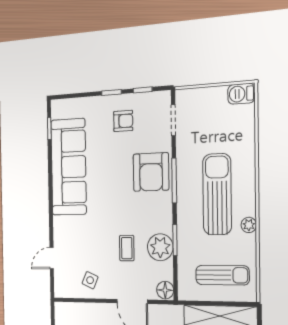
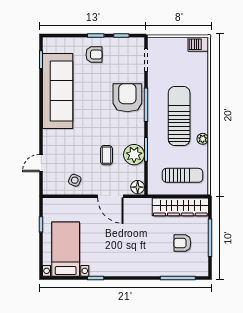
armchair: (123, 121) -> (94, 55), moved
armchair: (151, 172) -> (127, 98), turned 180

